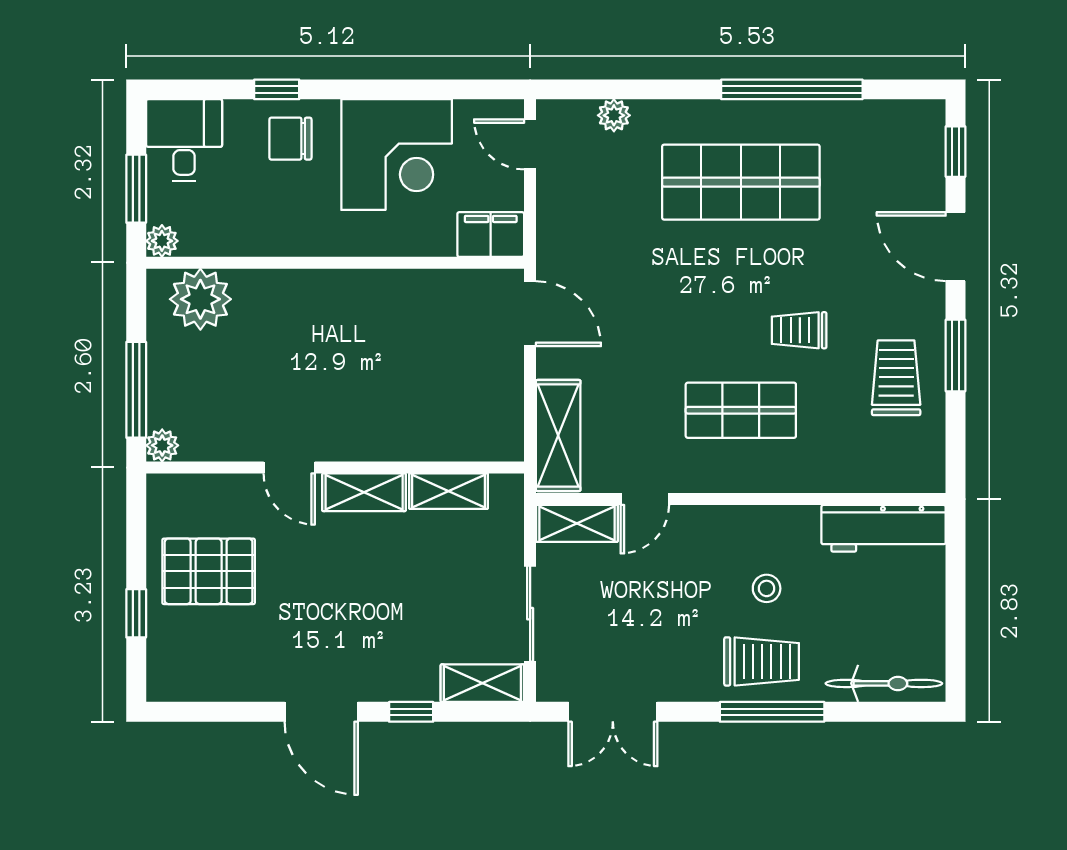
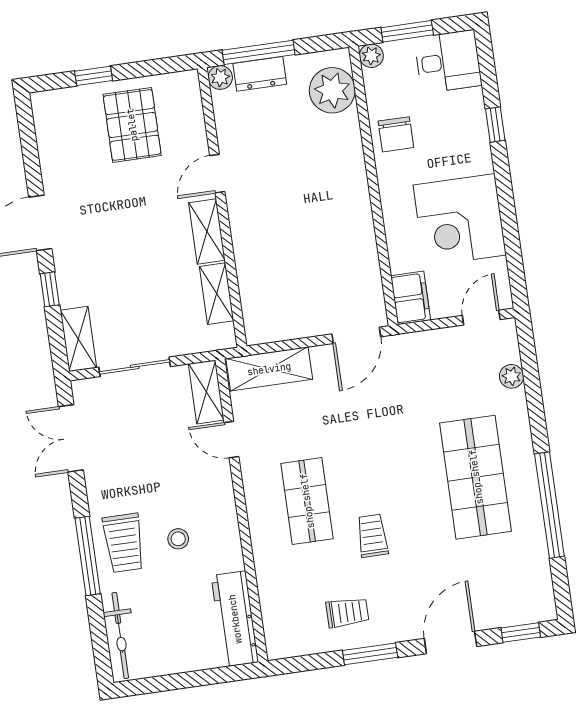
chair: (290, 139) -> (396, 134), moved, turned 180
trolley: (896, 378) -> (347, 612), width x0.73, depth x0.72
dresser: (165, 392) -> (260, 74), added

